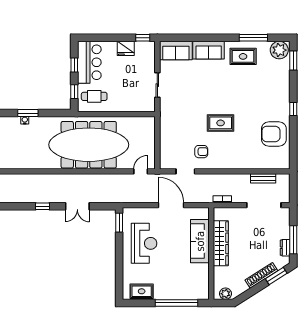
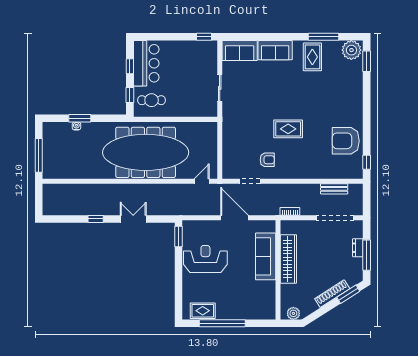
fridge: (126, 48) -> (186, 48), removed
rug: (243, 56) -> (312, 57), turned 90
window: (293, 109) -> (367, 162), moved
double door: (77, 206) -> (133, 219), swing flipped
reception desk: (144, 243) -> (205, 259), turned -90
dresser: (285, 248) -> (358, 248), moved
window: (177, 303) -> (222, 323), moved

